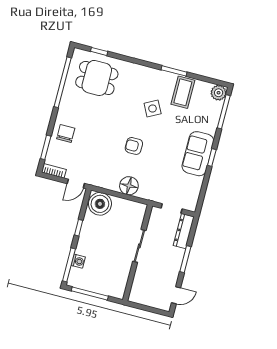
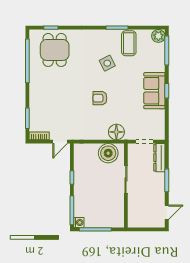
dining table: (97, 78) -> (55, 50), turned 90
chair: (66, 134) -> (41, 103), removed
floor lamp: (129, 186) -> (116, 132), moved
boiler: (100, 204) -> (108, 153), moved
washing machine: (78, 261) -> (79, 222), moved

